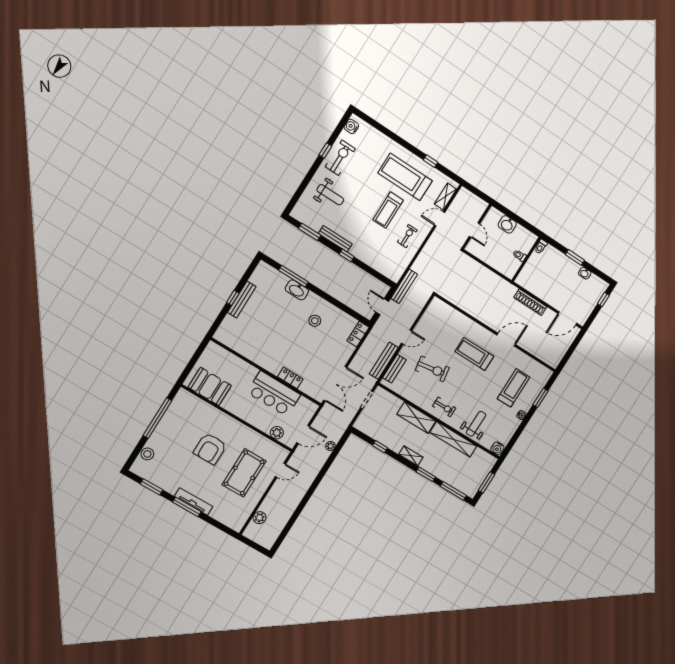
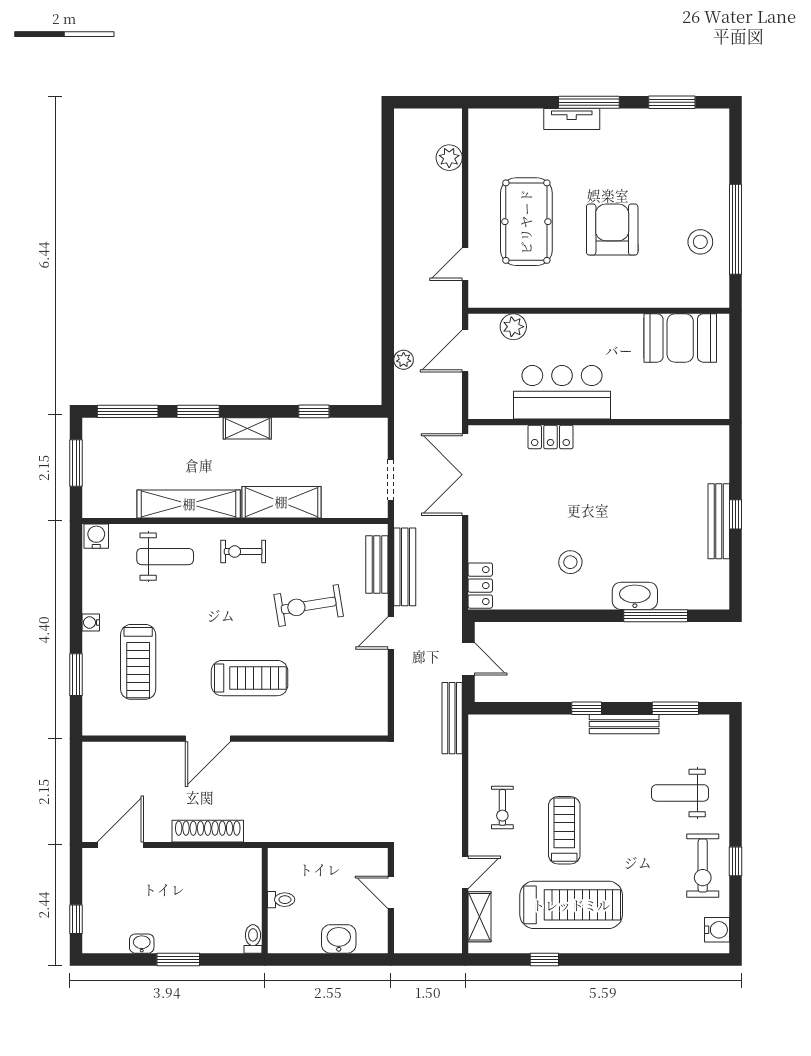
weight bench: (476, 424) -> (165, 557), turned -90
stool: (147, 454) -> (700, 242), moved
tv unit: (194, 501) -> (572, 119), width x0.71

